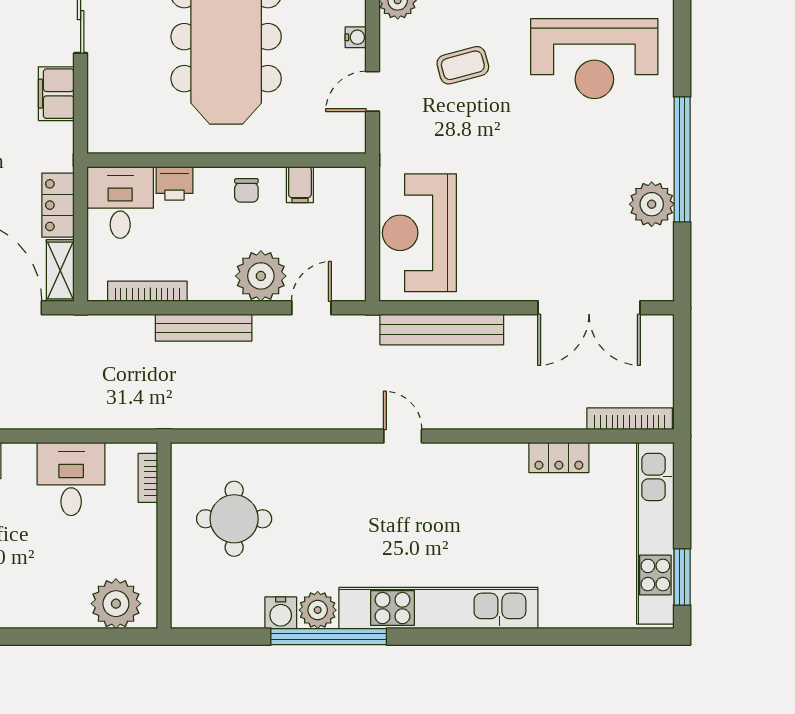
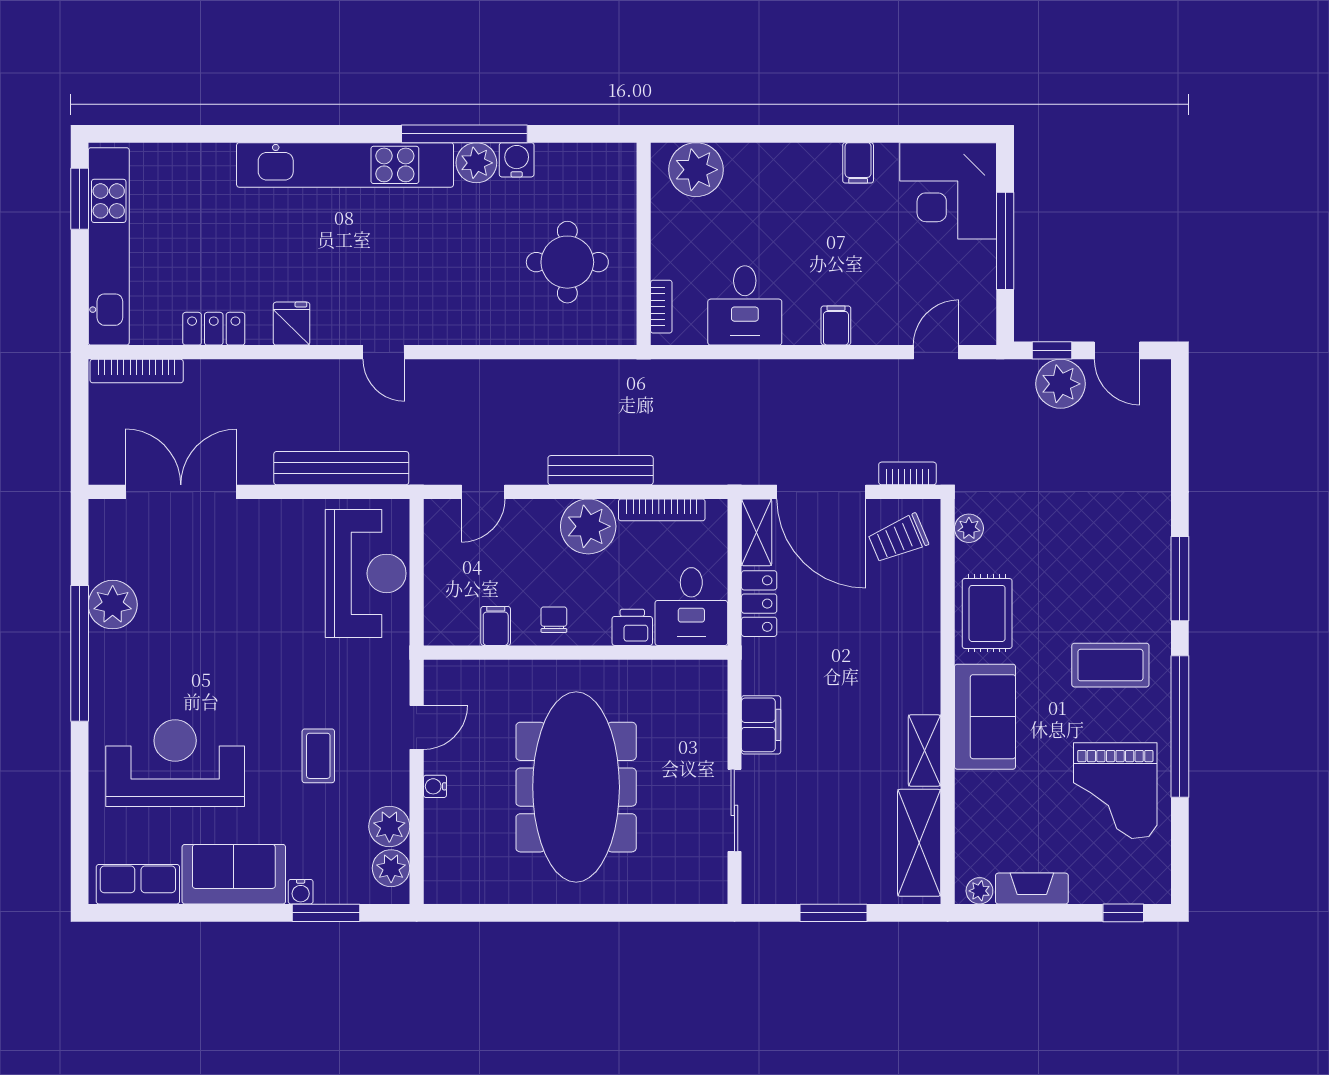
coffee table: (463, 65) -> (318, 756), turned -75
plant: (261, 276) -> (588, 526), moved
fridge: (487, 462) -> (292, 324), added

